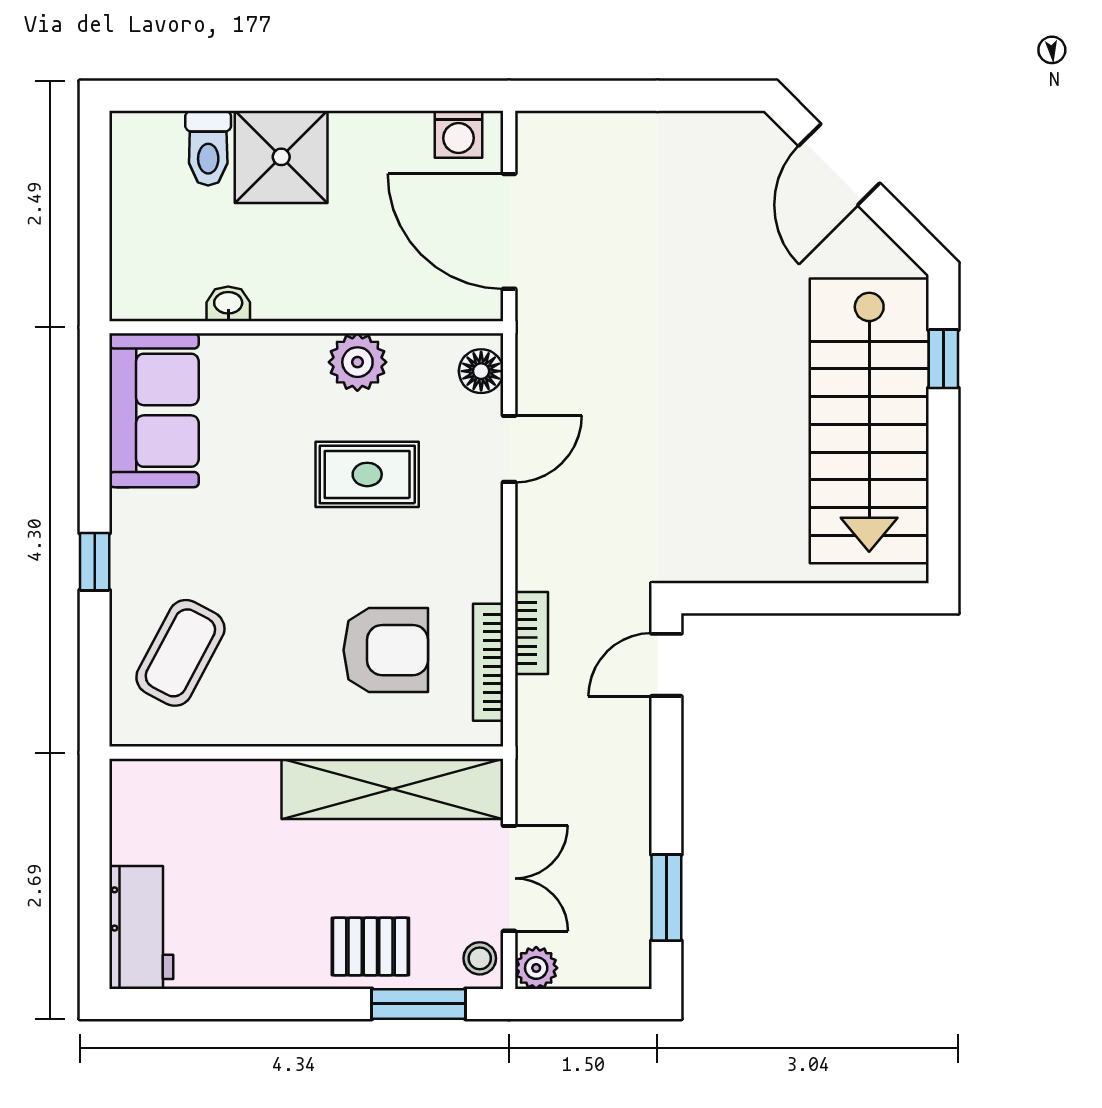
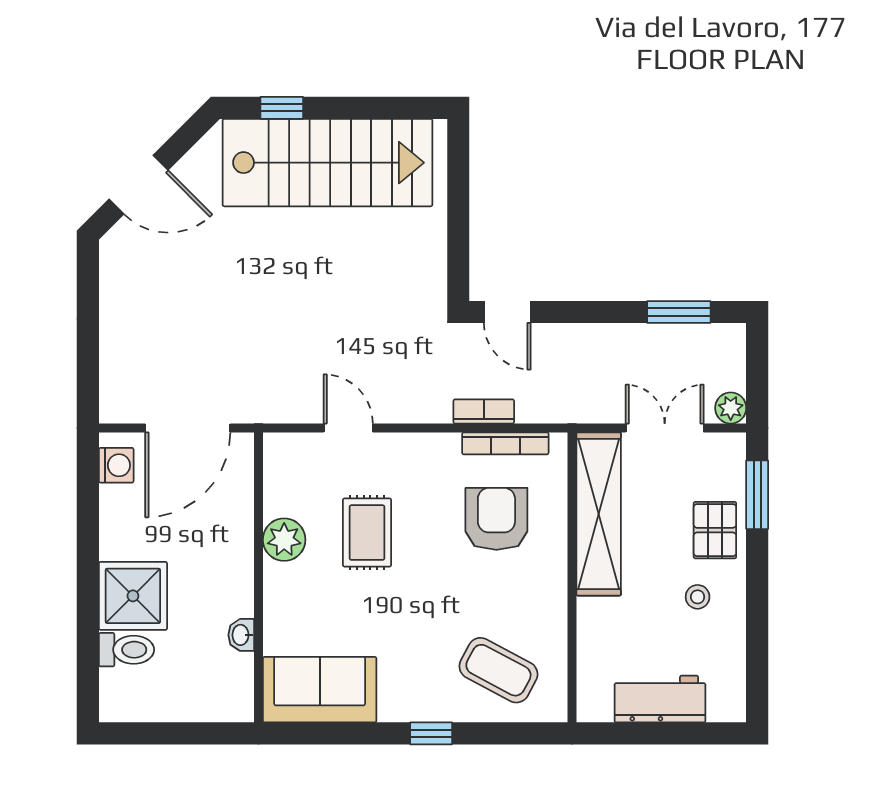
floor lamp: (481, 371) -> (291, 449), removed
workbench: (141, 927) -> (660, 699), moved
stool: (480, 958) -> (698, 597), moved

